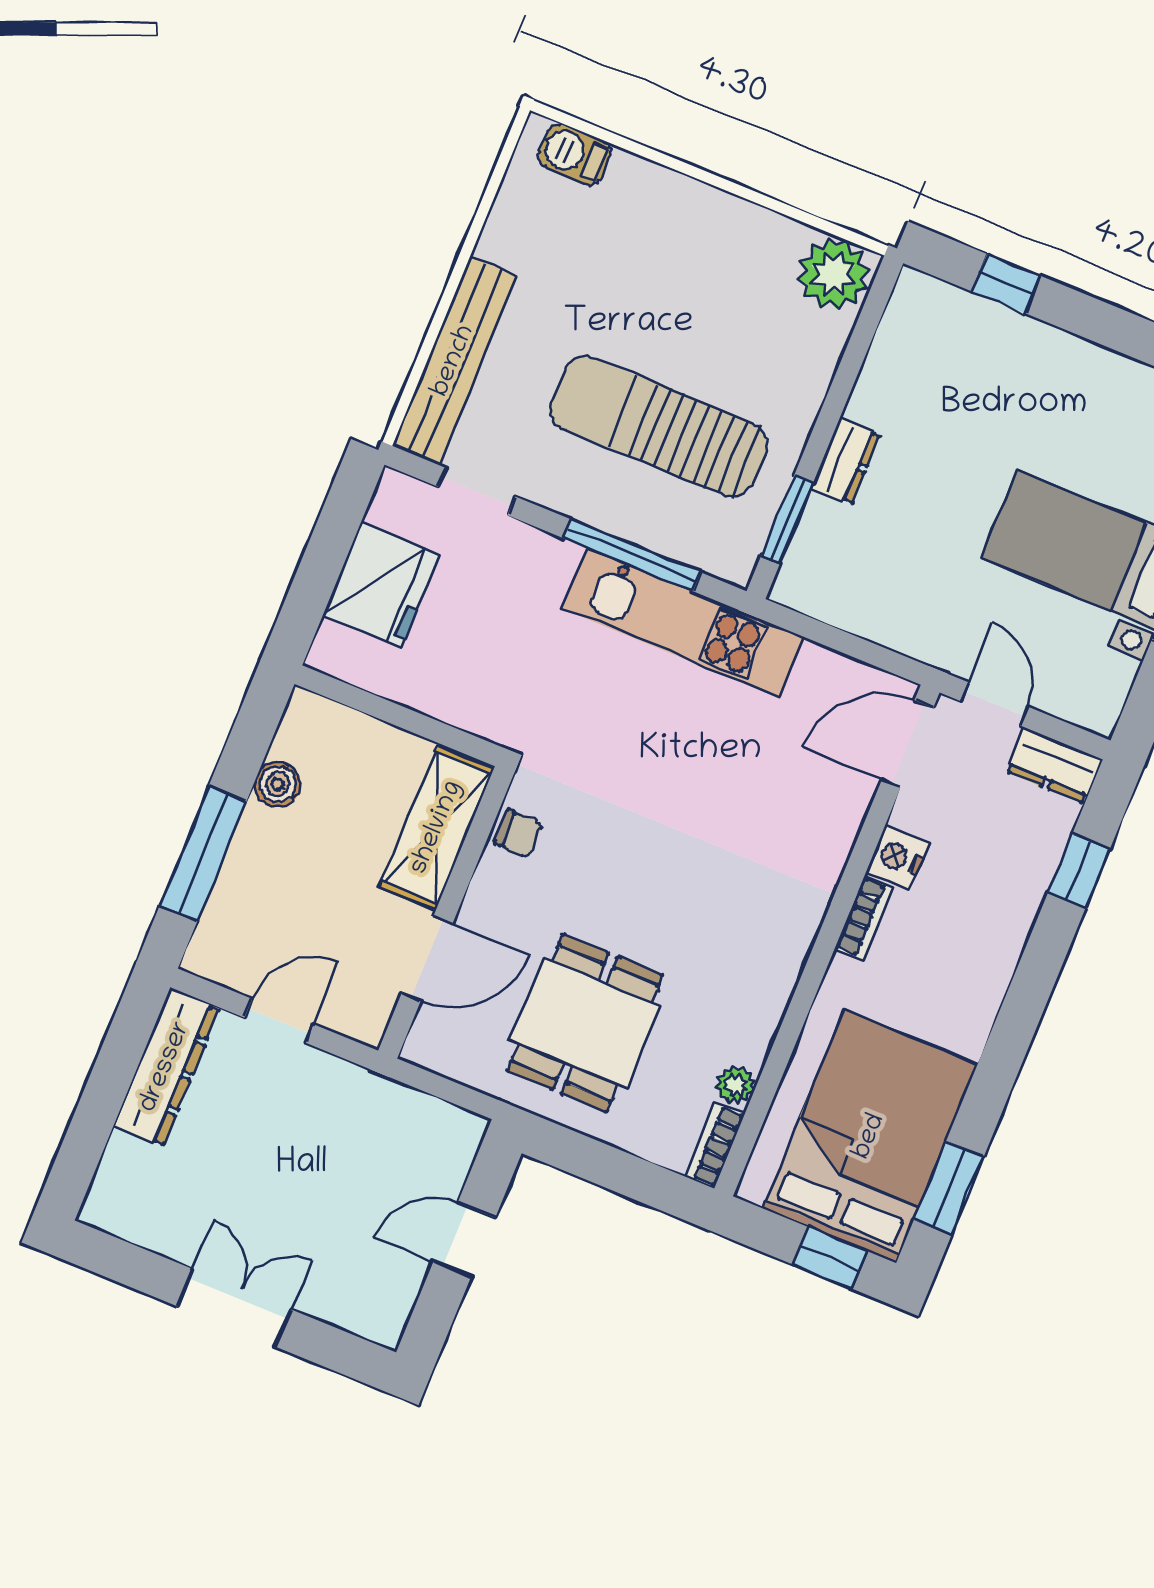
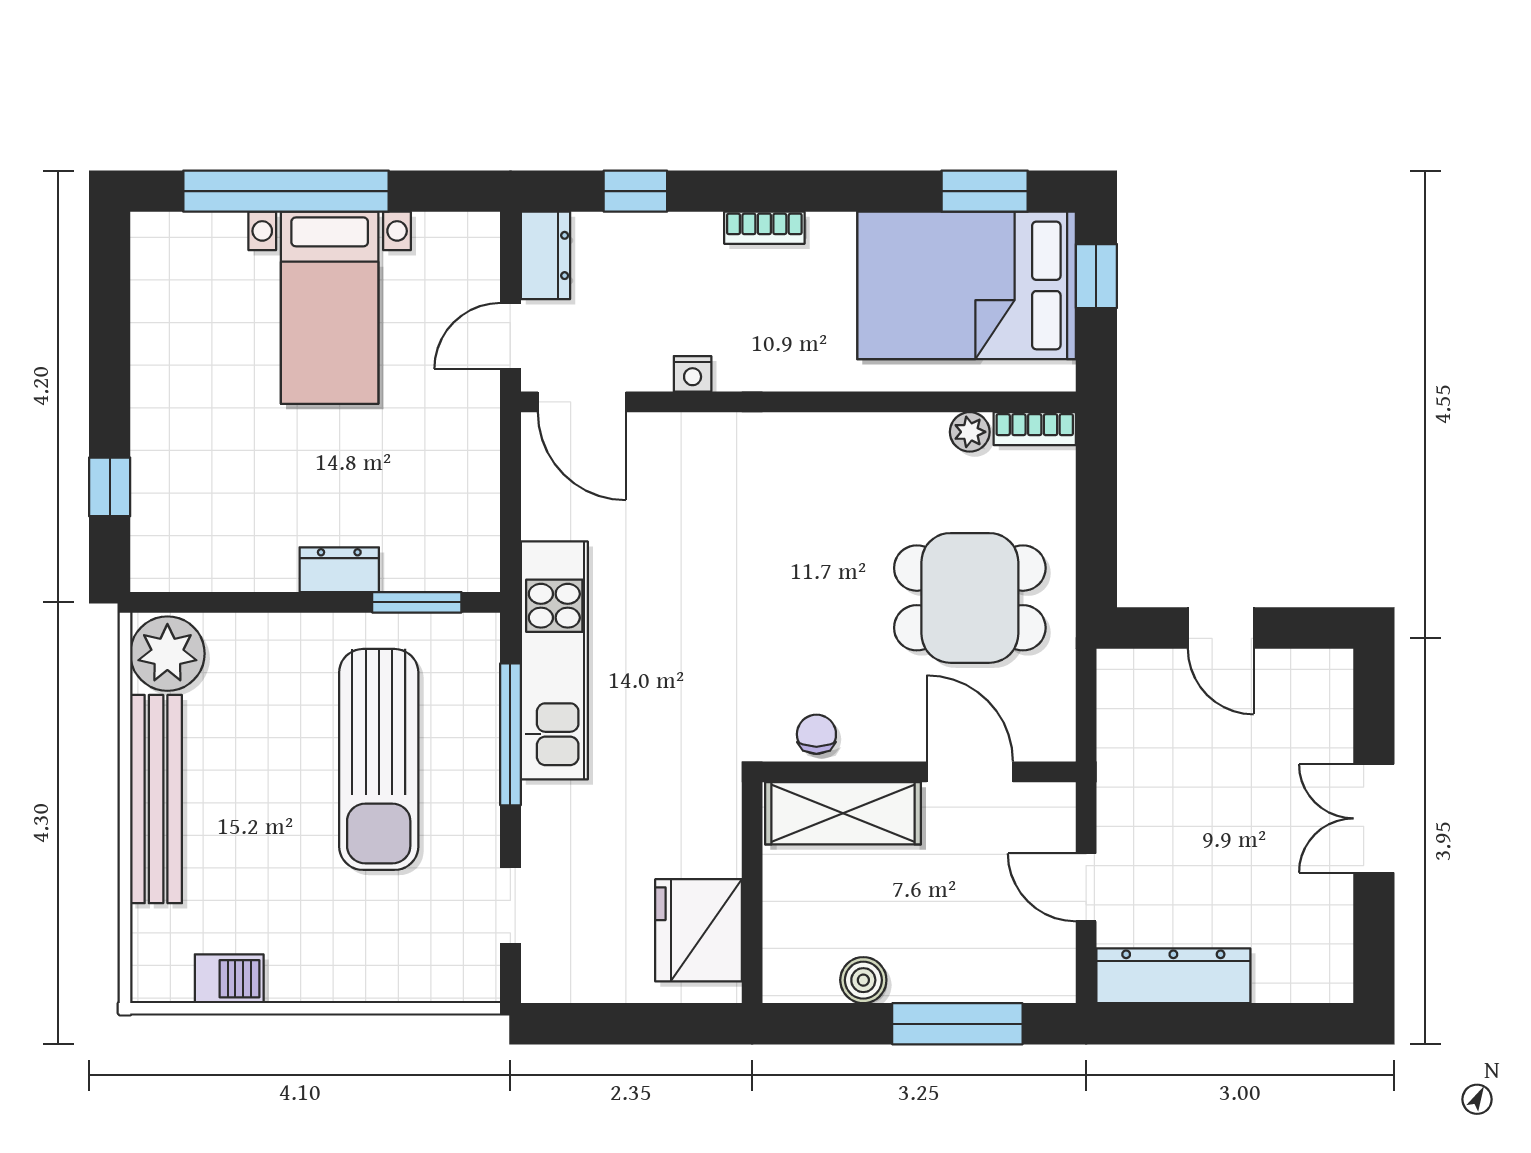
barbecue: (574, 154) -> (229, 979), moved, turned -90
bench: (454, 361) -> (156, 799), moved, turned 90
fridge: (381, 584) -> (698, 930), moved, turned -90
nightstand: (897, 857) -> (693, 374), width x0.72, depth x0.74
bookcase: (864, 918) -> (764, 228), moved, turned 180

